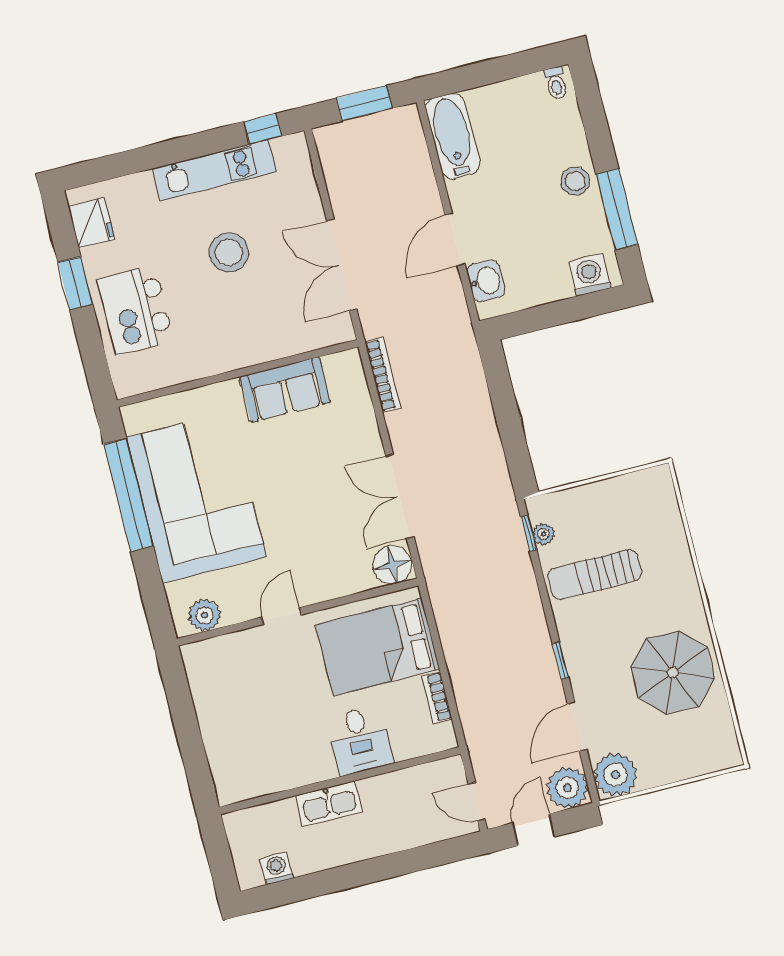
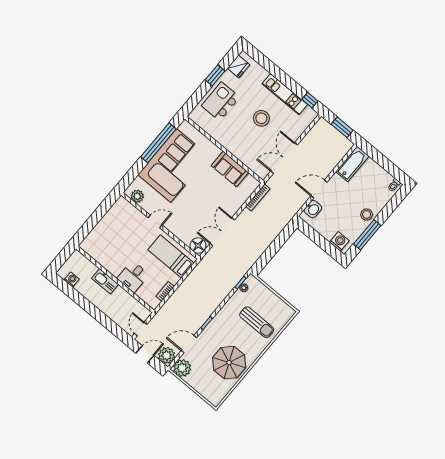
sun lounger: (595, 574) -> (257, 322), moved, turned 180
bed: (378, 647) -> (171, 256), width x0.67

